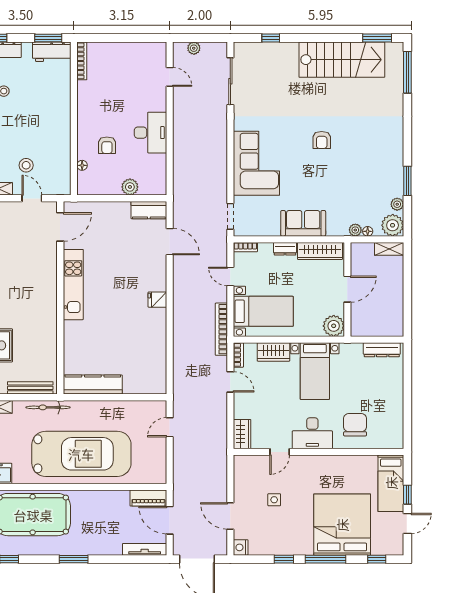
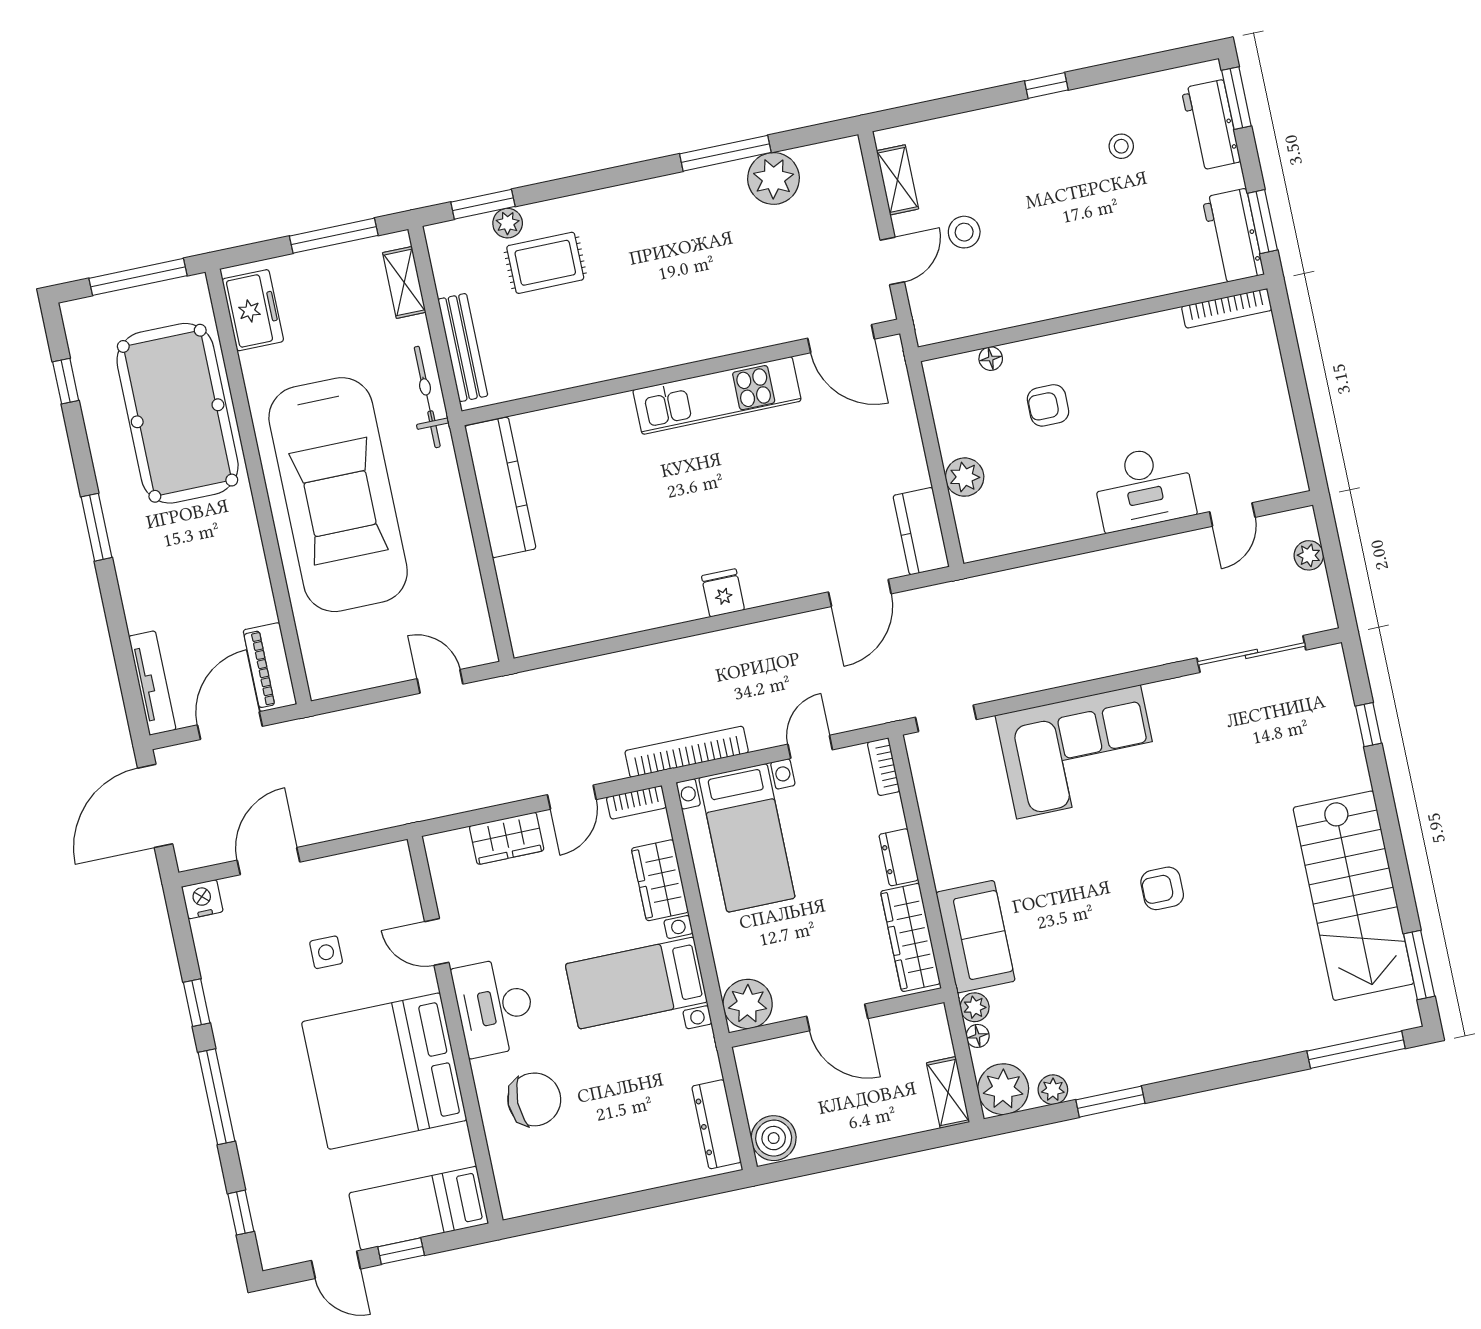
desk: (150, 133) -> (1144, 488), moved
sofa: (303, 223) -> (975, 937), moved
boiler: (393, 327) -> (774, 1138), added
wardrobe: (242, 434) -> (507, 838), moved
bed: (342, 525) -> (384, 1071), moved, turned 180

